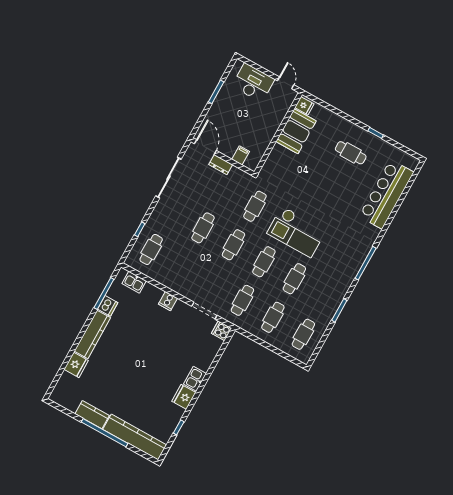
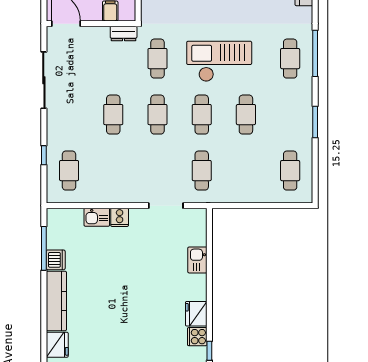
dresser: (221, 165) -> (124, 34), moved
checkout: (296, 232) -> (219, 61), turned 180
kitchen sink: (134, 282) -> (97, 217), moved
cafe table: (273, 317) -> (290, 59), moved
cooker: (221, 331) -> (197, 337), moved
kitchen sink: (195, 379) -> (197, 260), moved

